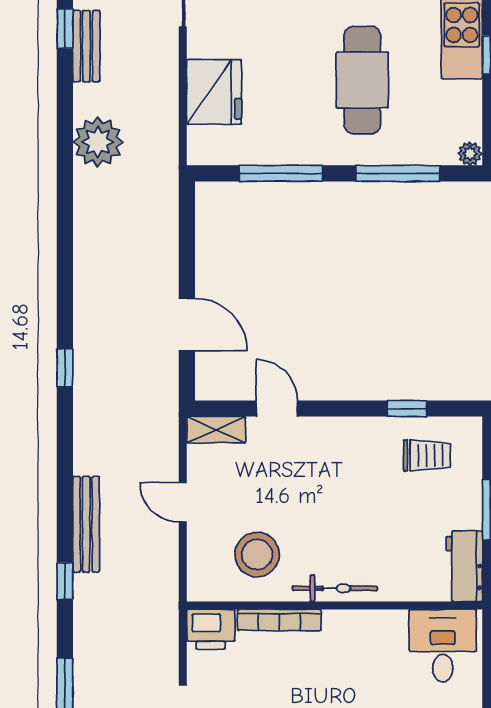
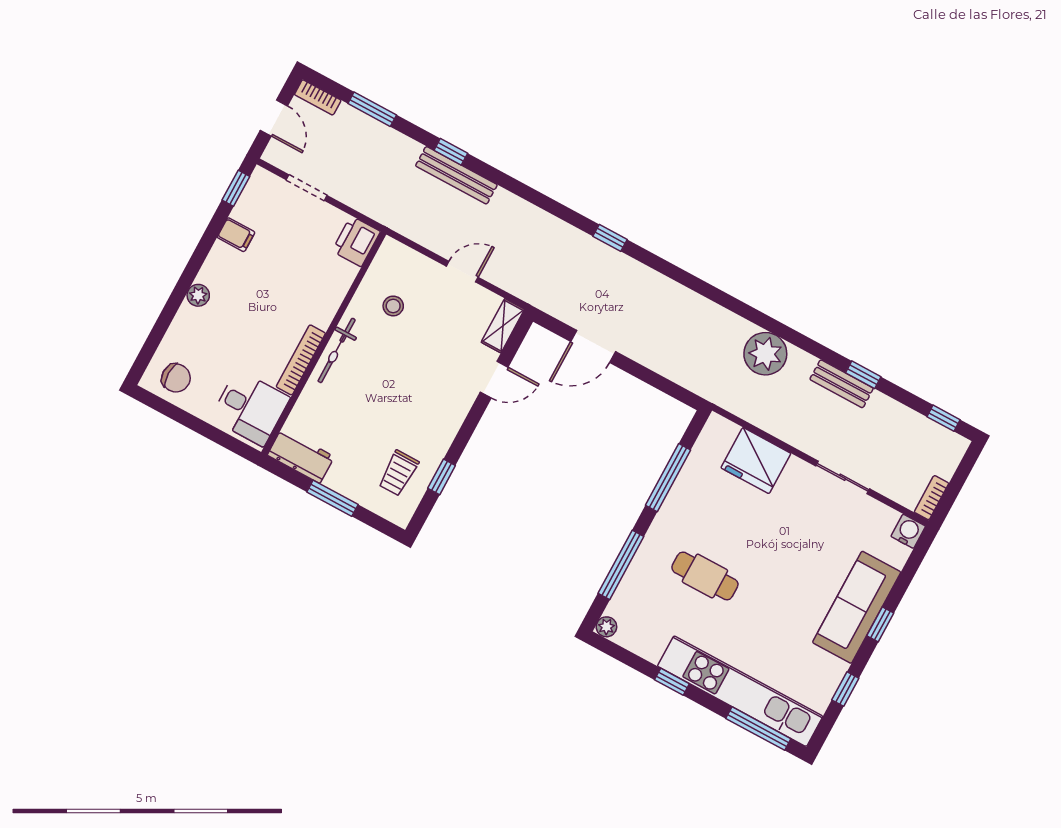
cafe table: (362, 80) -> (705, 576), width x0.73, depth x0.74
bench: (86, 524) -> (456, 175), moved
stool: (257, 554) -> (393, 306), width x0.53, depth x0.53
bookcase: (279, 620) -> (301, 360), moved

